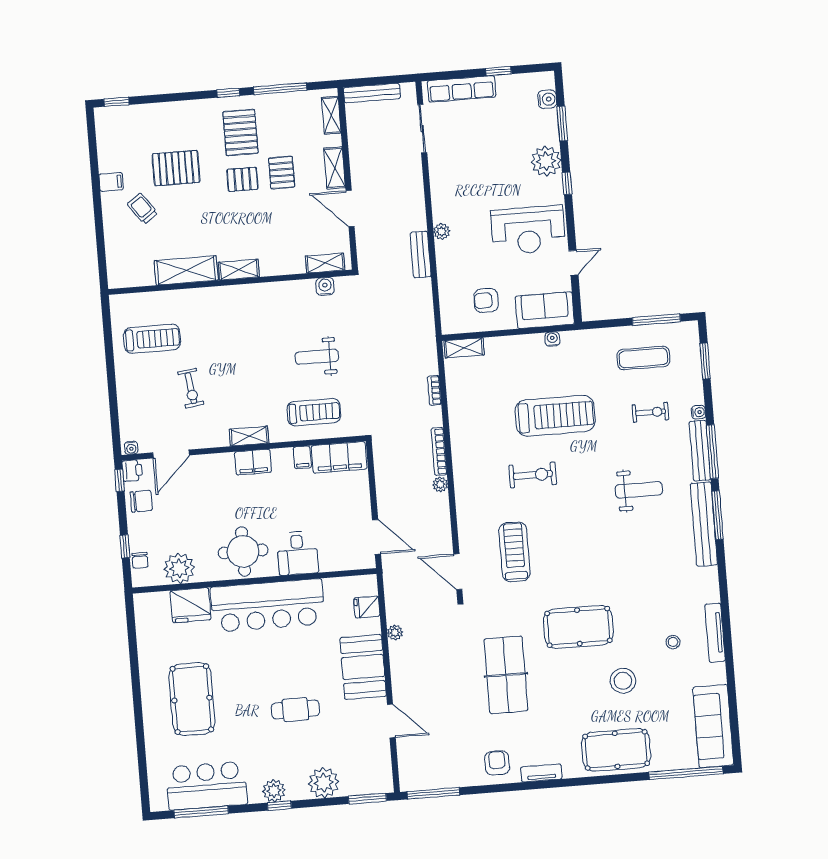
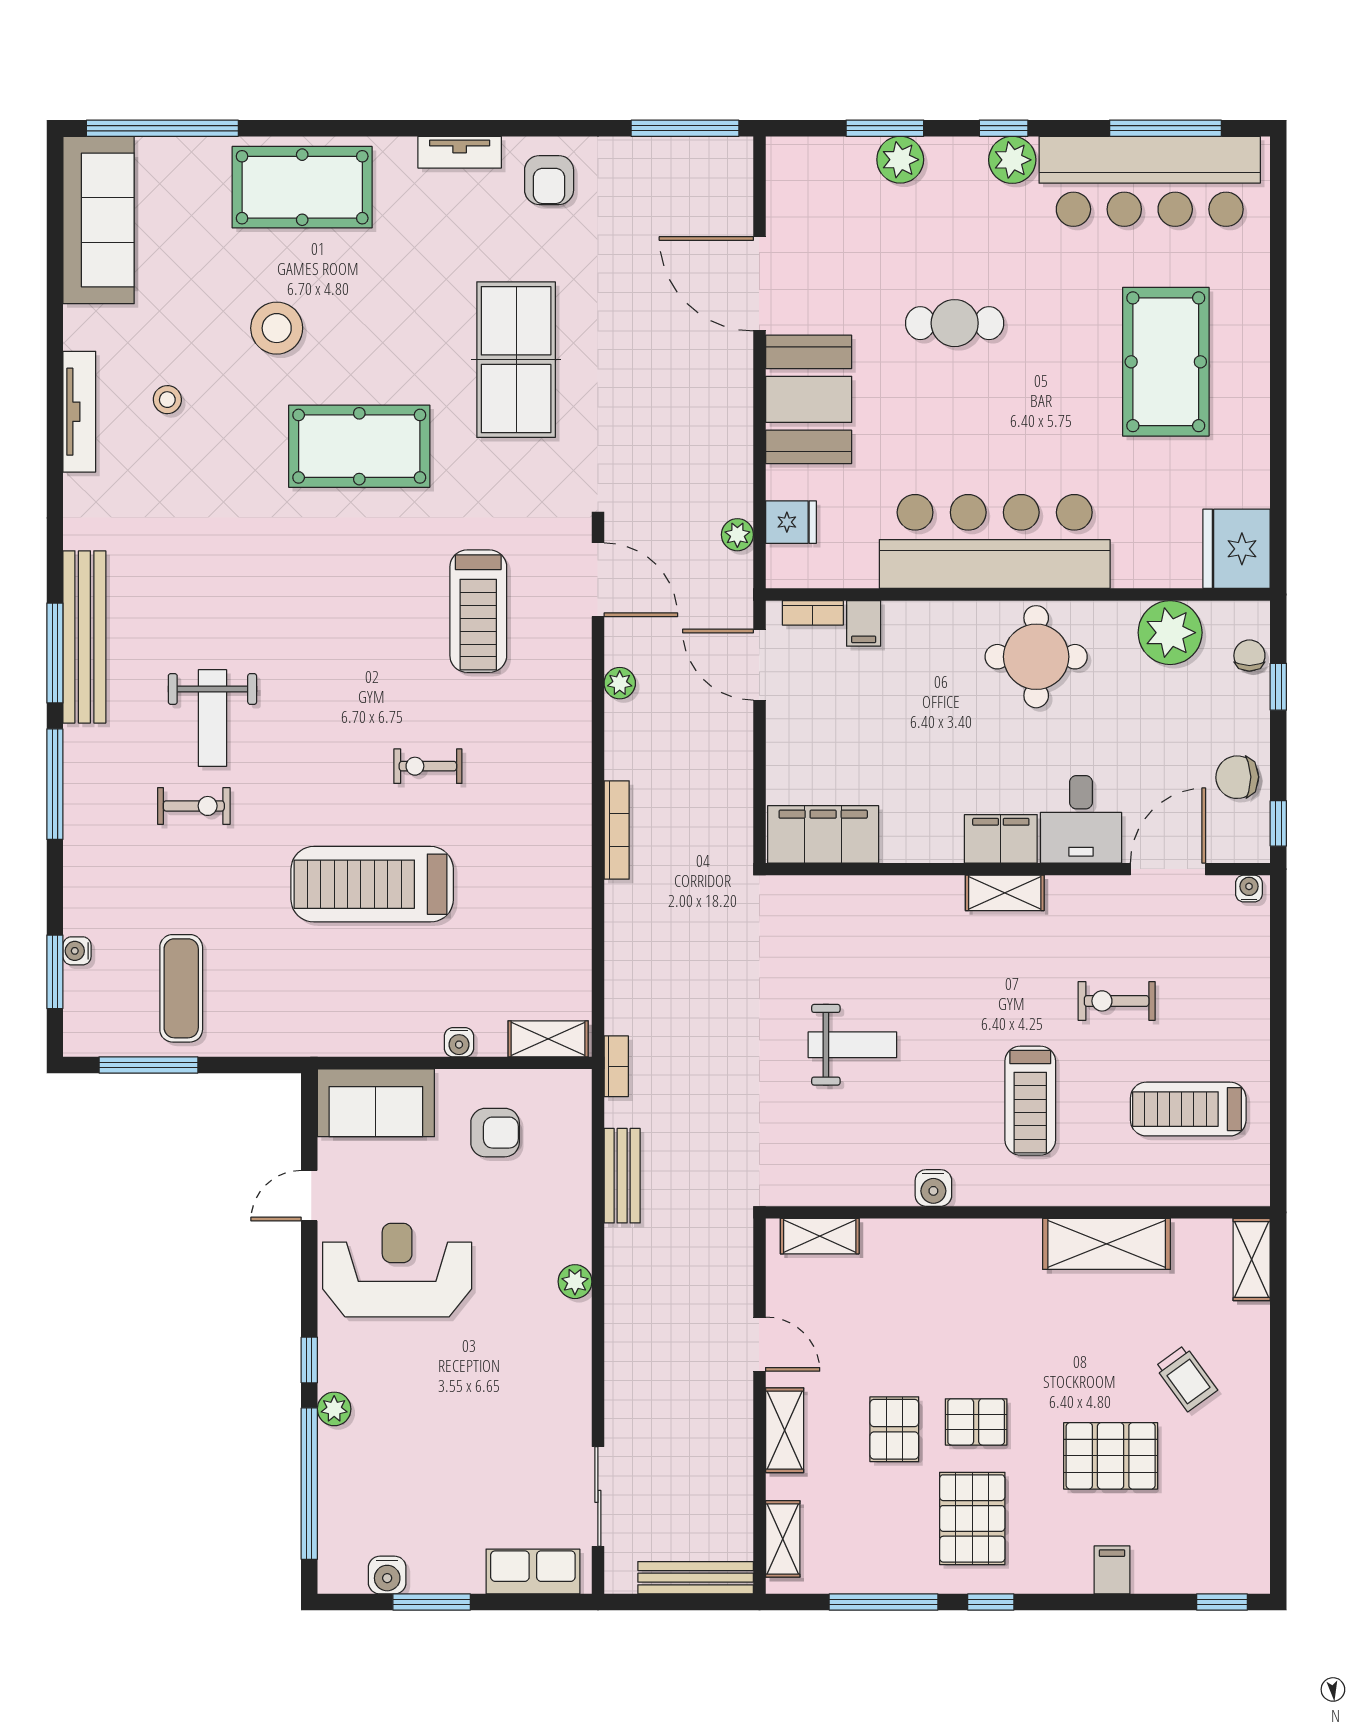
window: (498, 71) -> (432, 1602), width x1.50
row of seats: (462, 89) -> (533, 1571), width x0.68
water cooler: (547, 99) -> (387, 1575), moved, turned -90
window: (562, 123) -> (309, 1484), width x2.11
plant: (546, 161) -> (334, 1409), width x0.53, depth x0.53
filing cabinet: (111, 182) -> (1112, 1570), moved, turned 90
door: (350, 208) -> (759, 1344), width x0.73
bench: (421, 254) -> (622, 1176), moved
shelving: (239, 270) -> (1252, 1260), moved, turned 90
water cooler: (325, 286) -> (933, 1188), moved
water cooler: (552, 339) -> (459, 1042), moved
exercise mat: (643, 358) -> (181, 988), turned 90
exercise bike: (191, 388) -> (1117, 1001), turned -82
bookcase: (434, 390) -> (616, 1066), moved
treadmill: (314, 412) -> (1030, 1101), moved, turned -90
exercise bike: (650, 412) -> (194, 806), moved, turned 180
water cooler: (698, 412) -> (77, 951), moved
bench: (700, 451) -> (80, 788), removed
filing cabinet: (302, 457) -> (864, 623), moved, turned 180
printer: (132, 471) -> (1251, 841), removed
exercise bike: (533, 475) -> (428, 766), width x0.73, depth x0.72
plant: (440, 484) -> (620, 683), moved
weight bench: (639, 490) -> (212, 718), turned -90
desk: (298, 553) -> (1081, 819), moved, turned 180
bookcase: (353, 564) -> (813, 613), added
fridge: (191, 605) -> (1237, 549), moved, turned -90
plant: (395, 633) -> (737, 535), moved
door: (391, 721) -> (759, 284), width x1.36
plant: (324, 783) -> (900, 160), width x0.73, depth x0.73
bar counter: (207, 786) -> (1150, 181), width x1.36
window: (367, 799) -> (885, 128), moved

